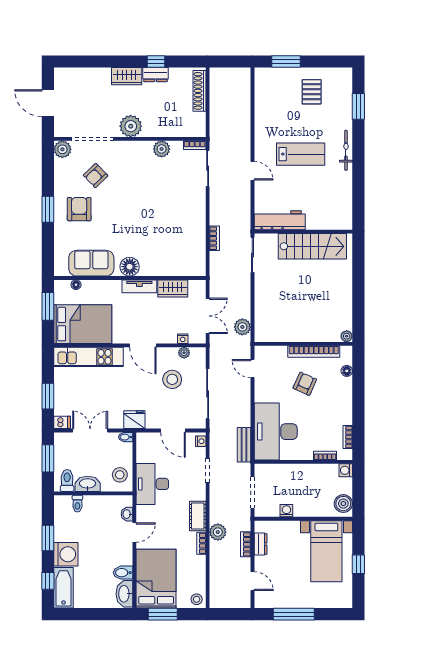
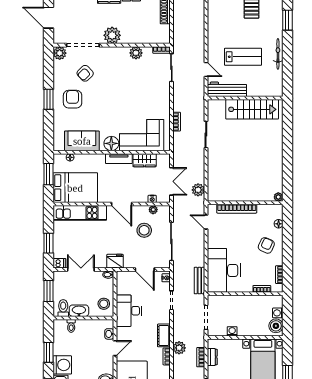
workbench: (280, 220) -> (227, 89), moved
wall: (303, 232) -> (245, 98), moved
stairs: (312, 246) -> (252, 109), moved
corner sofa: (169, 256) -> (142, 135), added
bookcase: (314, 351) -> (237, 209), moved
armchair: (305, 384) -> (266, 245), moved
washing machine: (346, 470) -> (278, 313), moved

